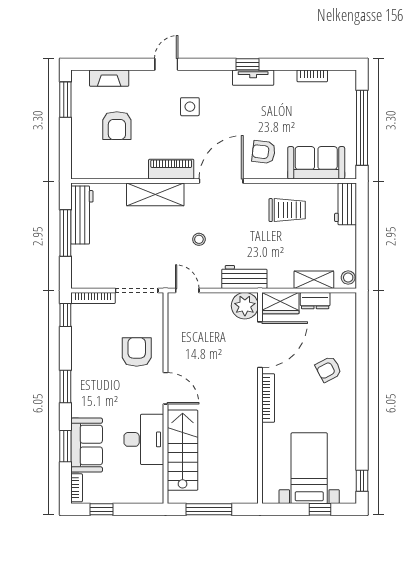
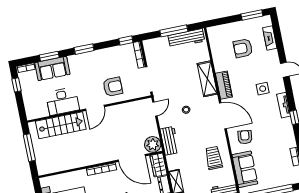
tv unit: (253, 78) -> (284, 105), moved
trolley: (287, 210) -> (214, 158), turned 180

